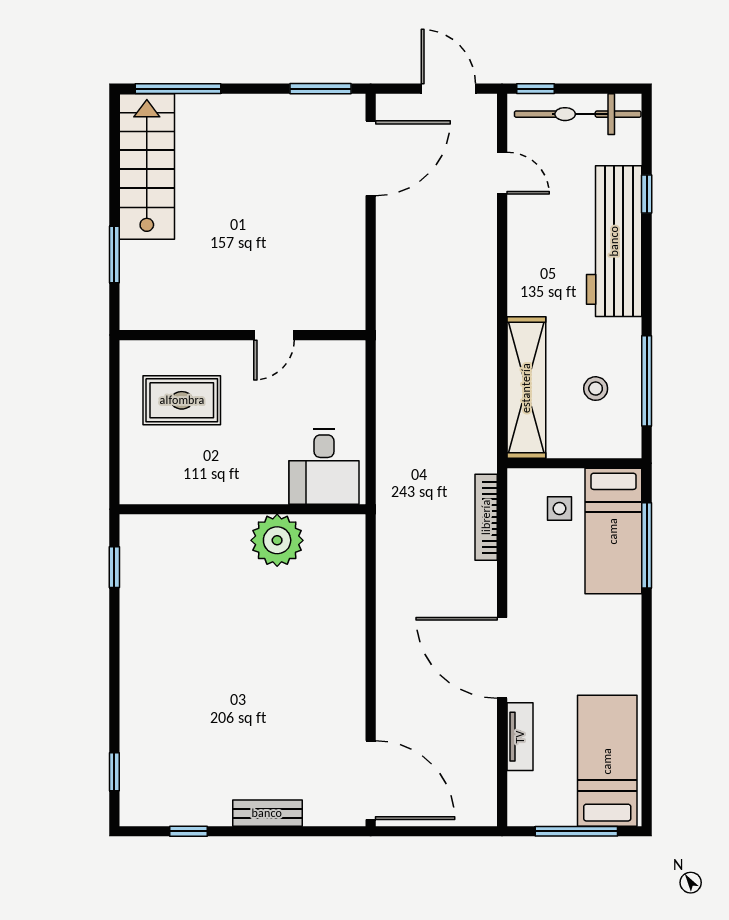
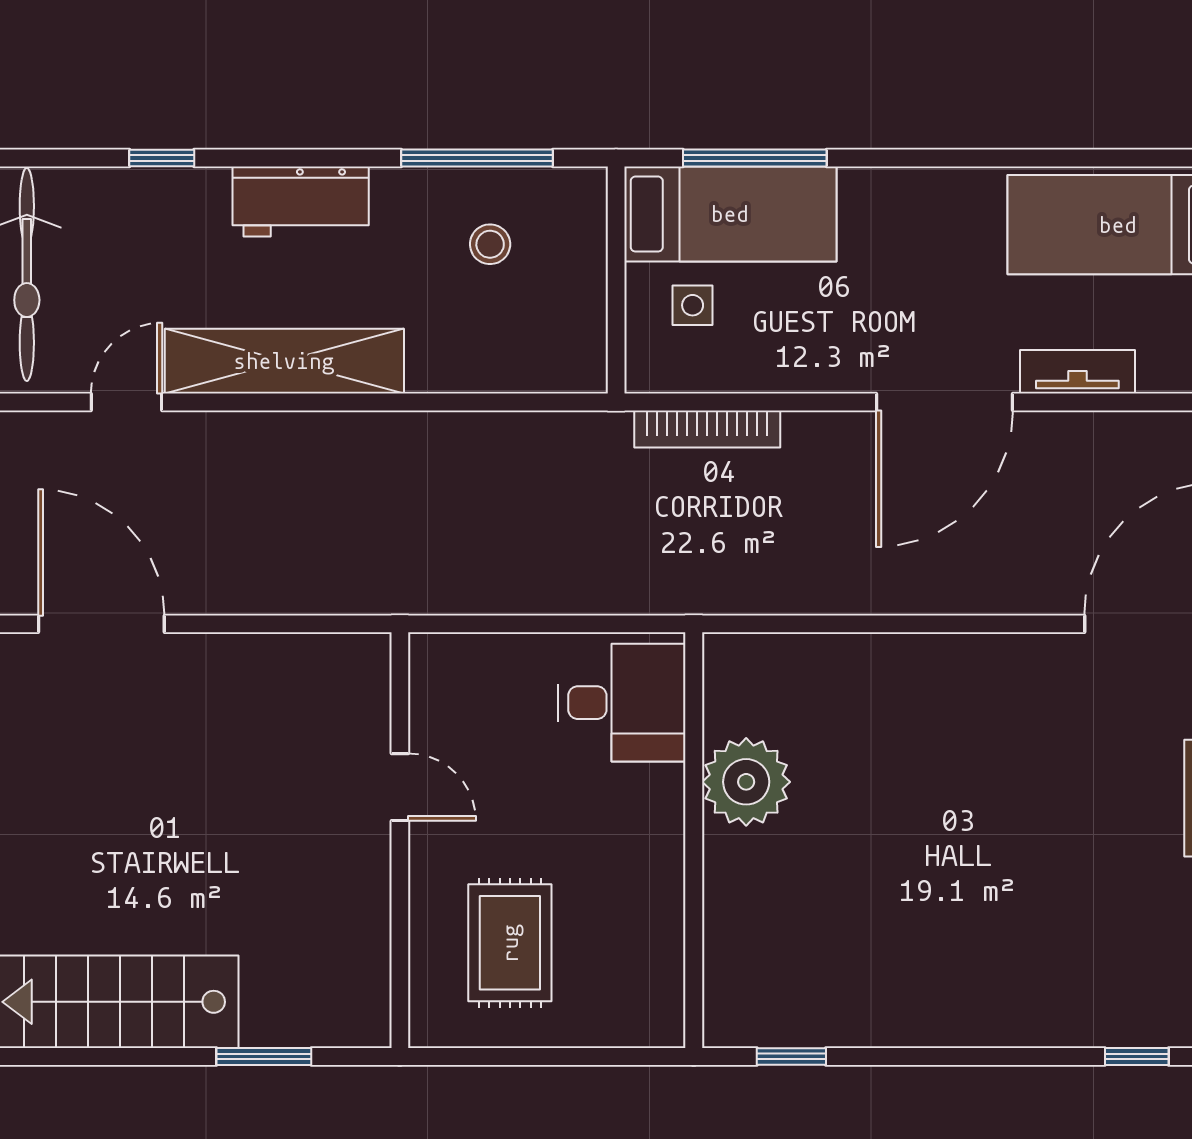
workbench: (614, 241) -> (301, 201), width x0.53, depth x0.76
shelving: (526, 388) -> (284, 361), moved

